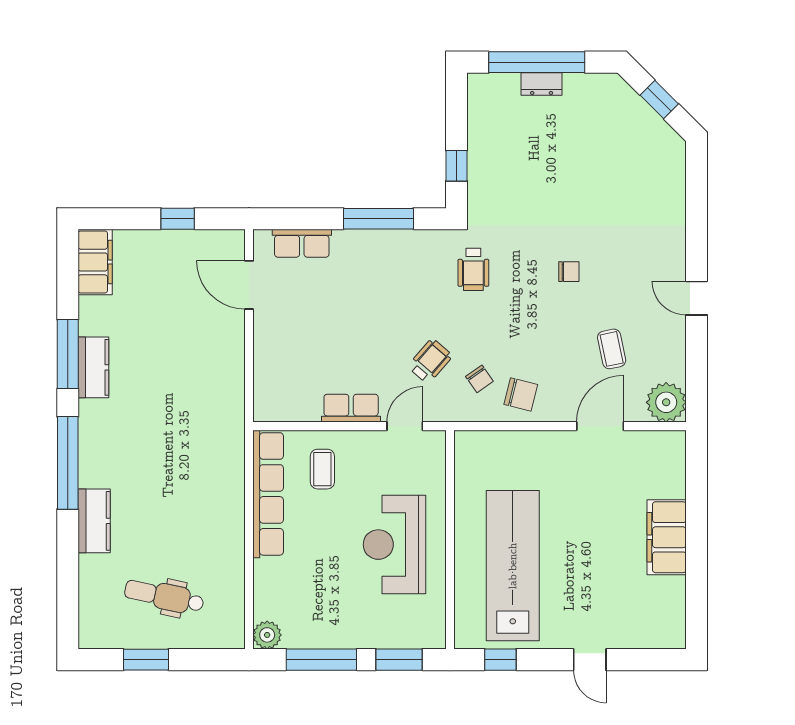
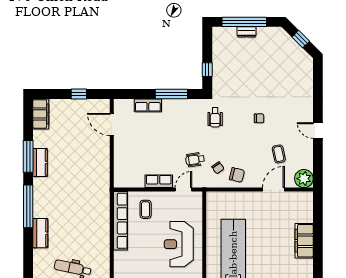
row of seats: (302, 243) -> (148, 105), moved
wheelchair: (430, 361) -> (195, 160), turned -140

